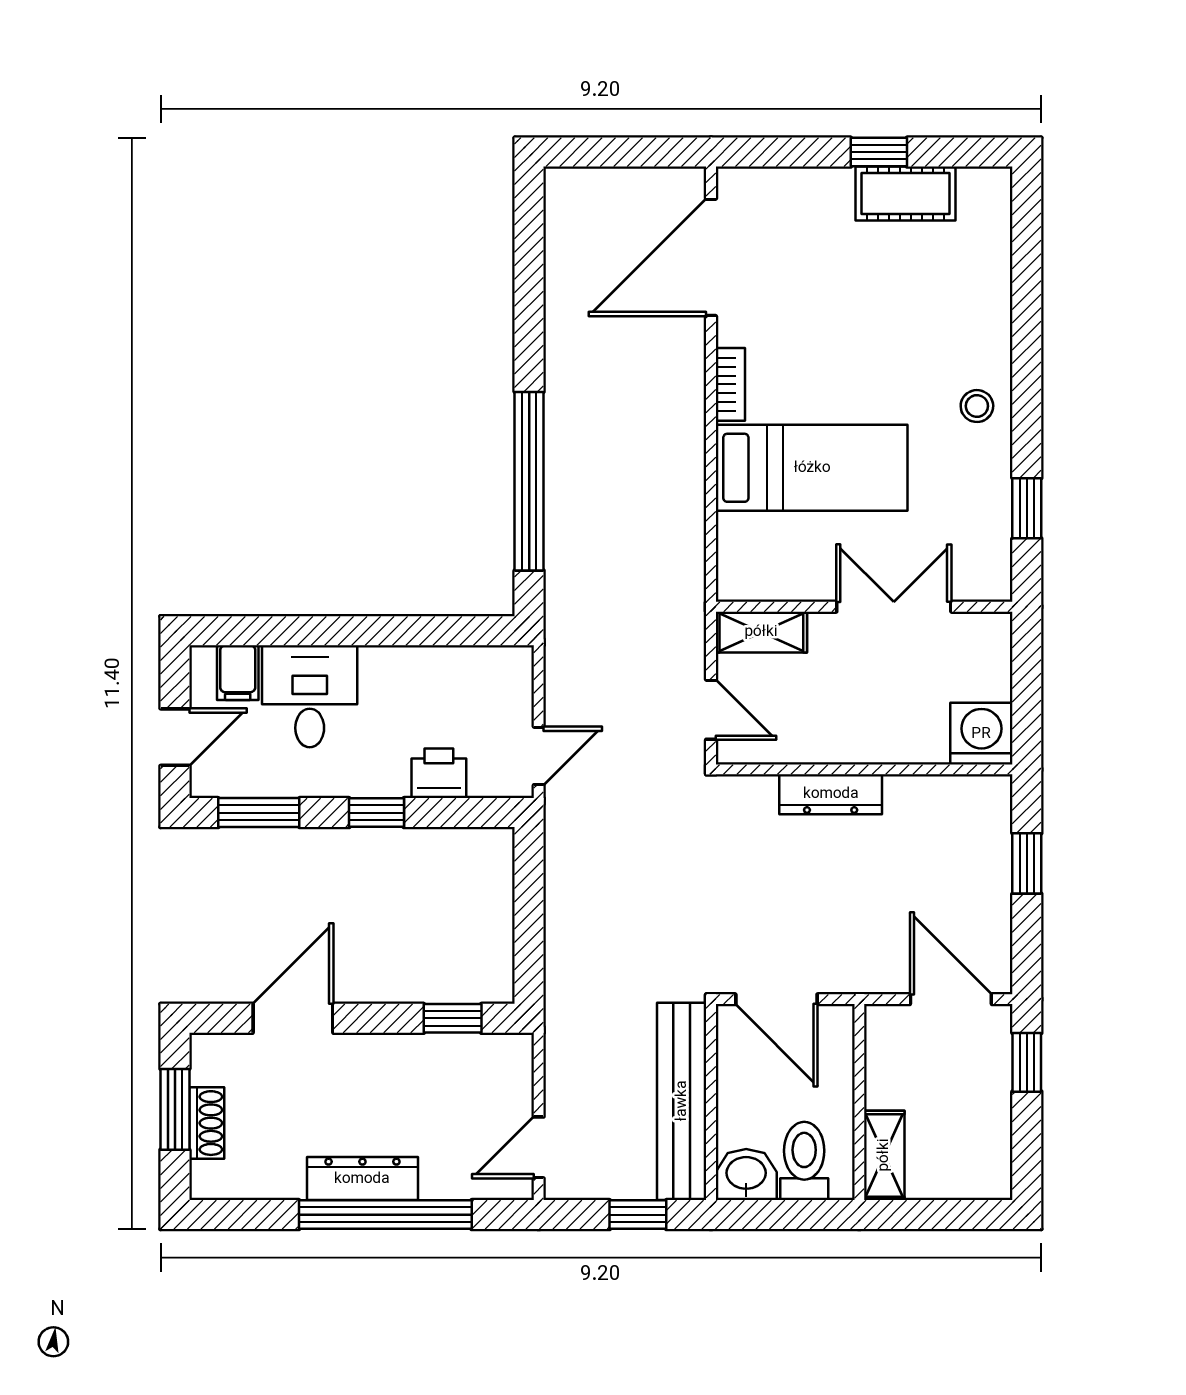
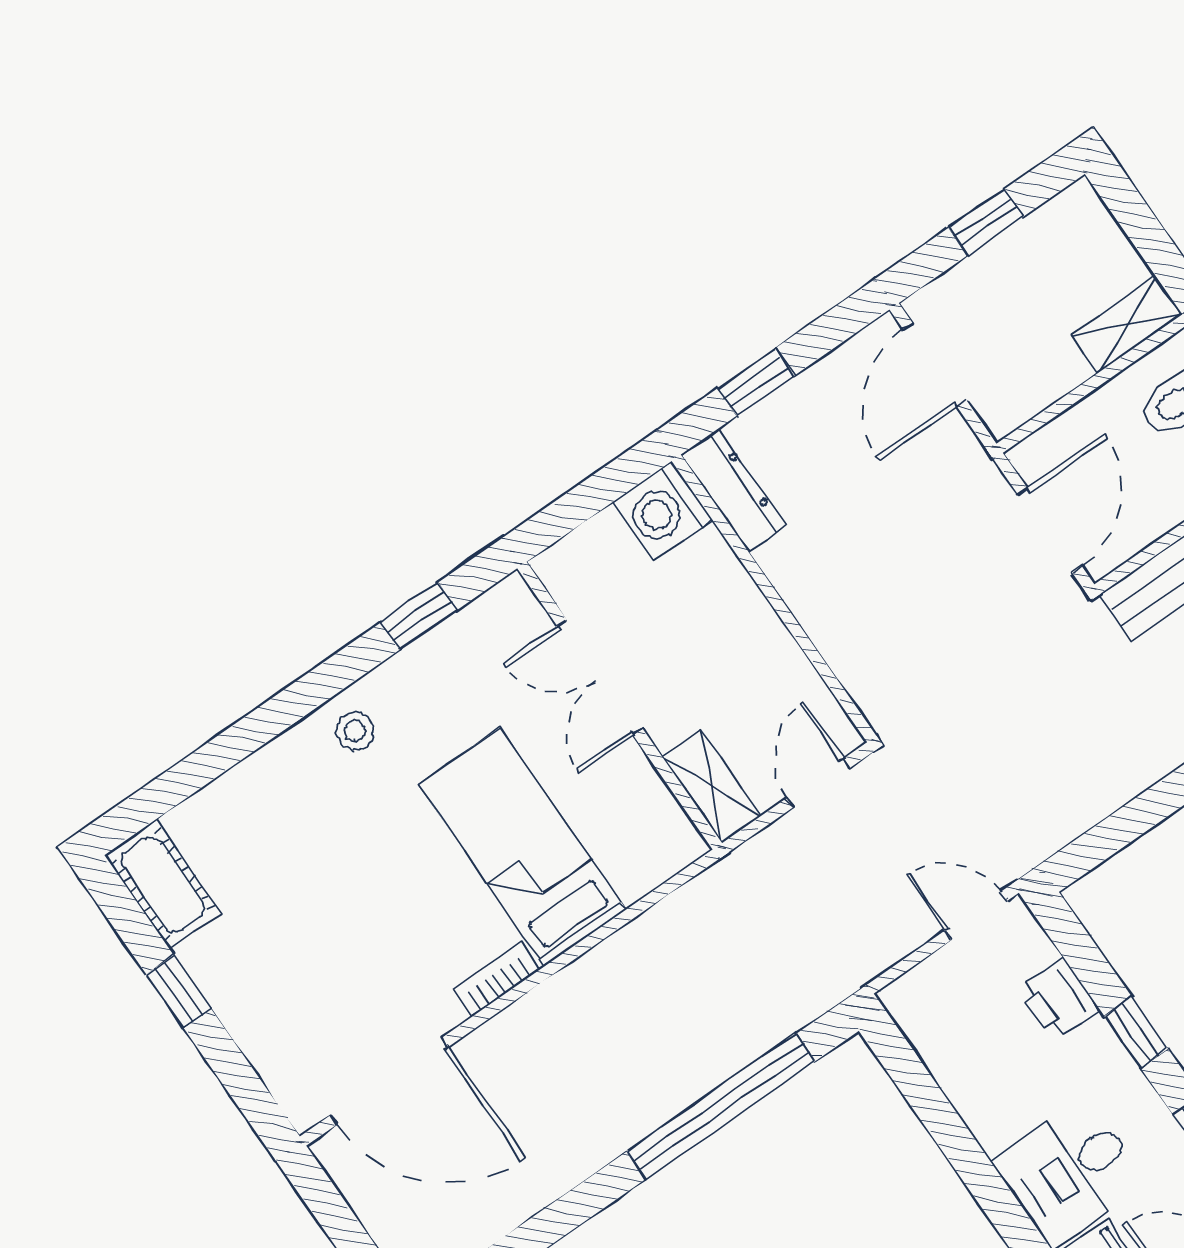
cot: (906, 194) -> (163, 885), moved
dresser: (831, 794) -> (734, 490), moved
window: (1027, 1062) -> (986, 222), moved

